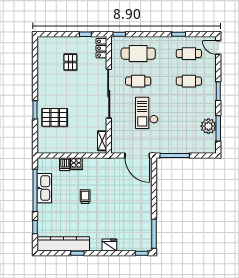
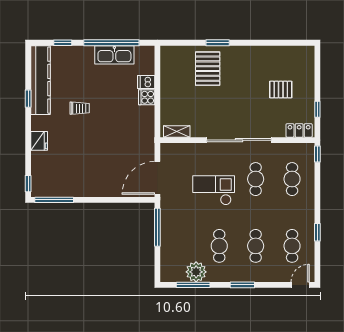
cafe table: (138, 54) -> (292, 179), width x0.73, depth x0.74
cafe table: (189, 109) -> (219, 246), added
trolley: (85, 197) -> (80, 108), moved

